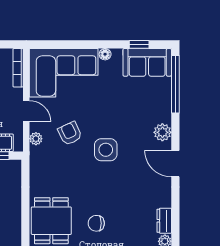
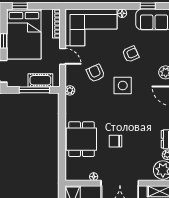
armchair: (116, 108) -> (131, 54), added
plant: (36, 139) -> (70, 90), moved

